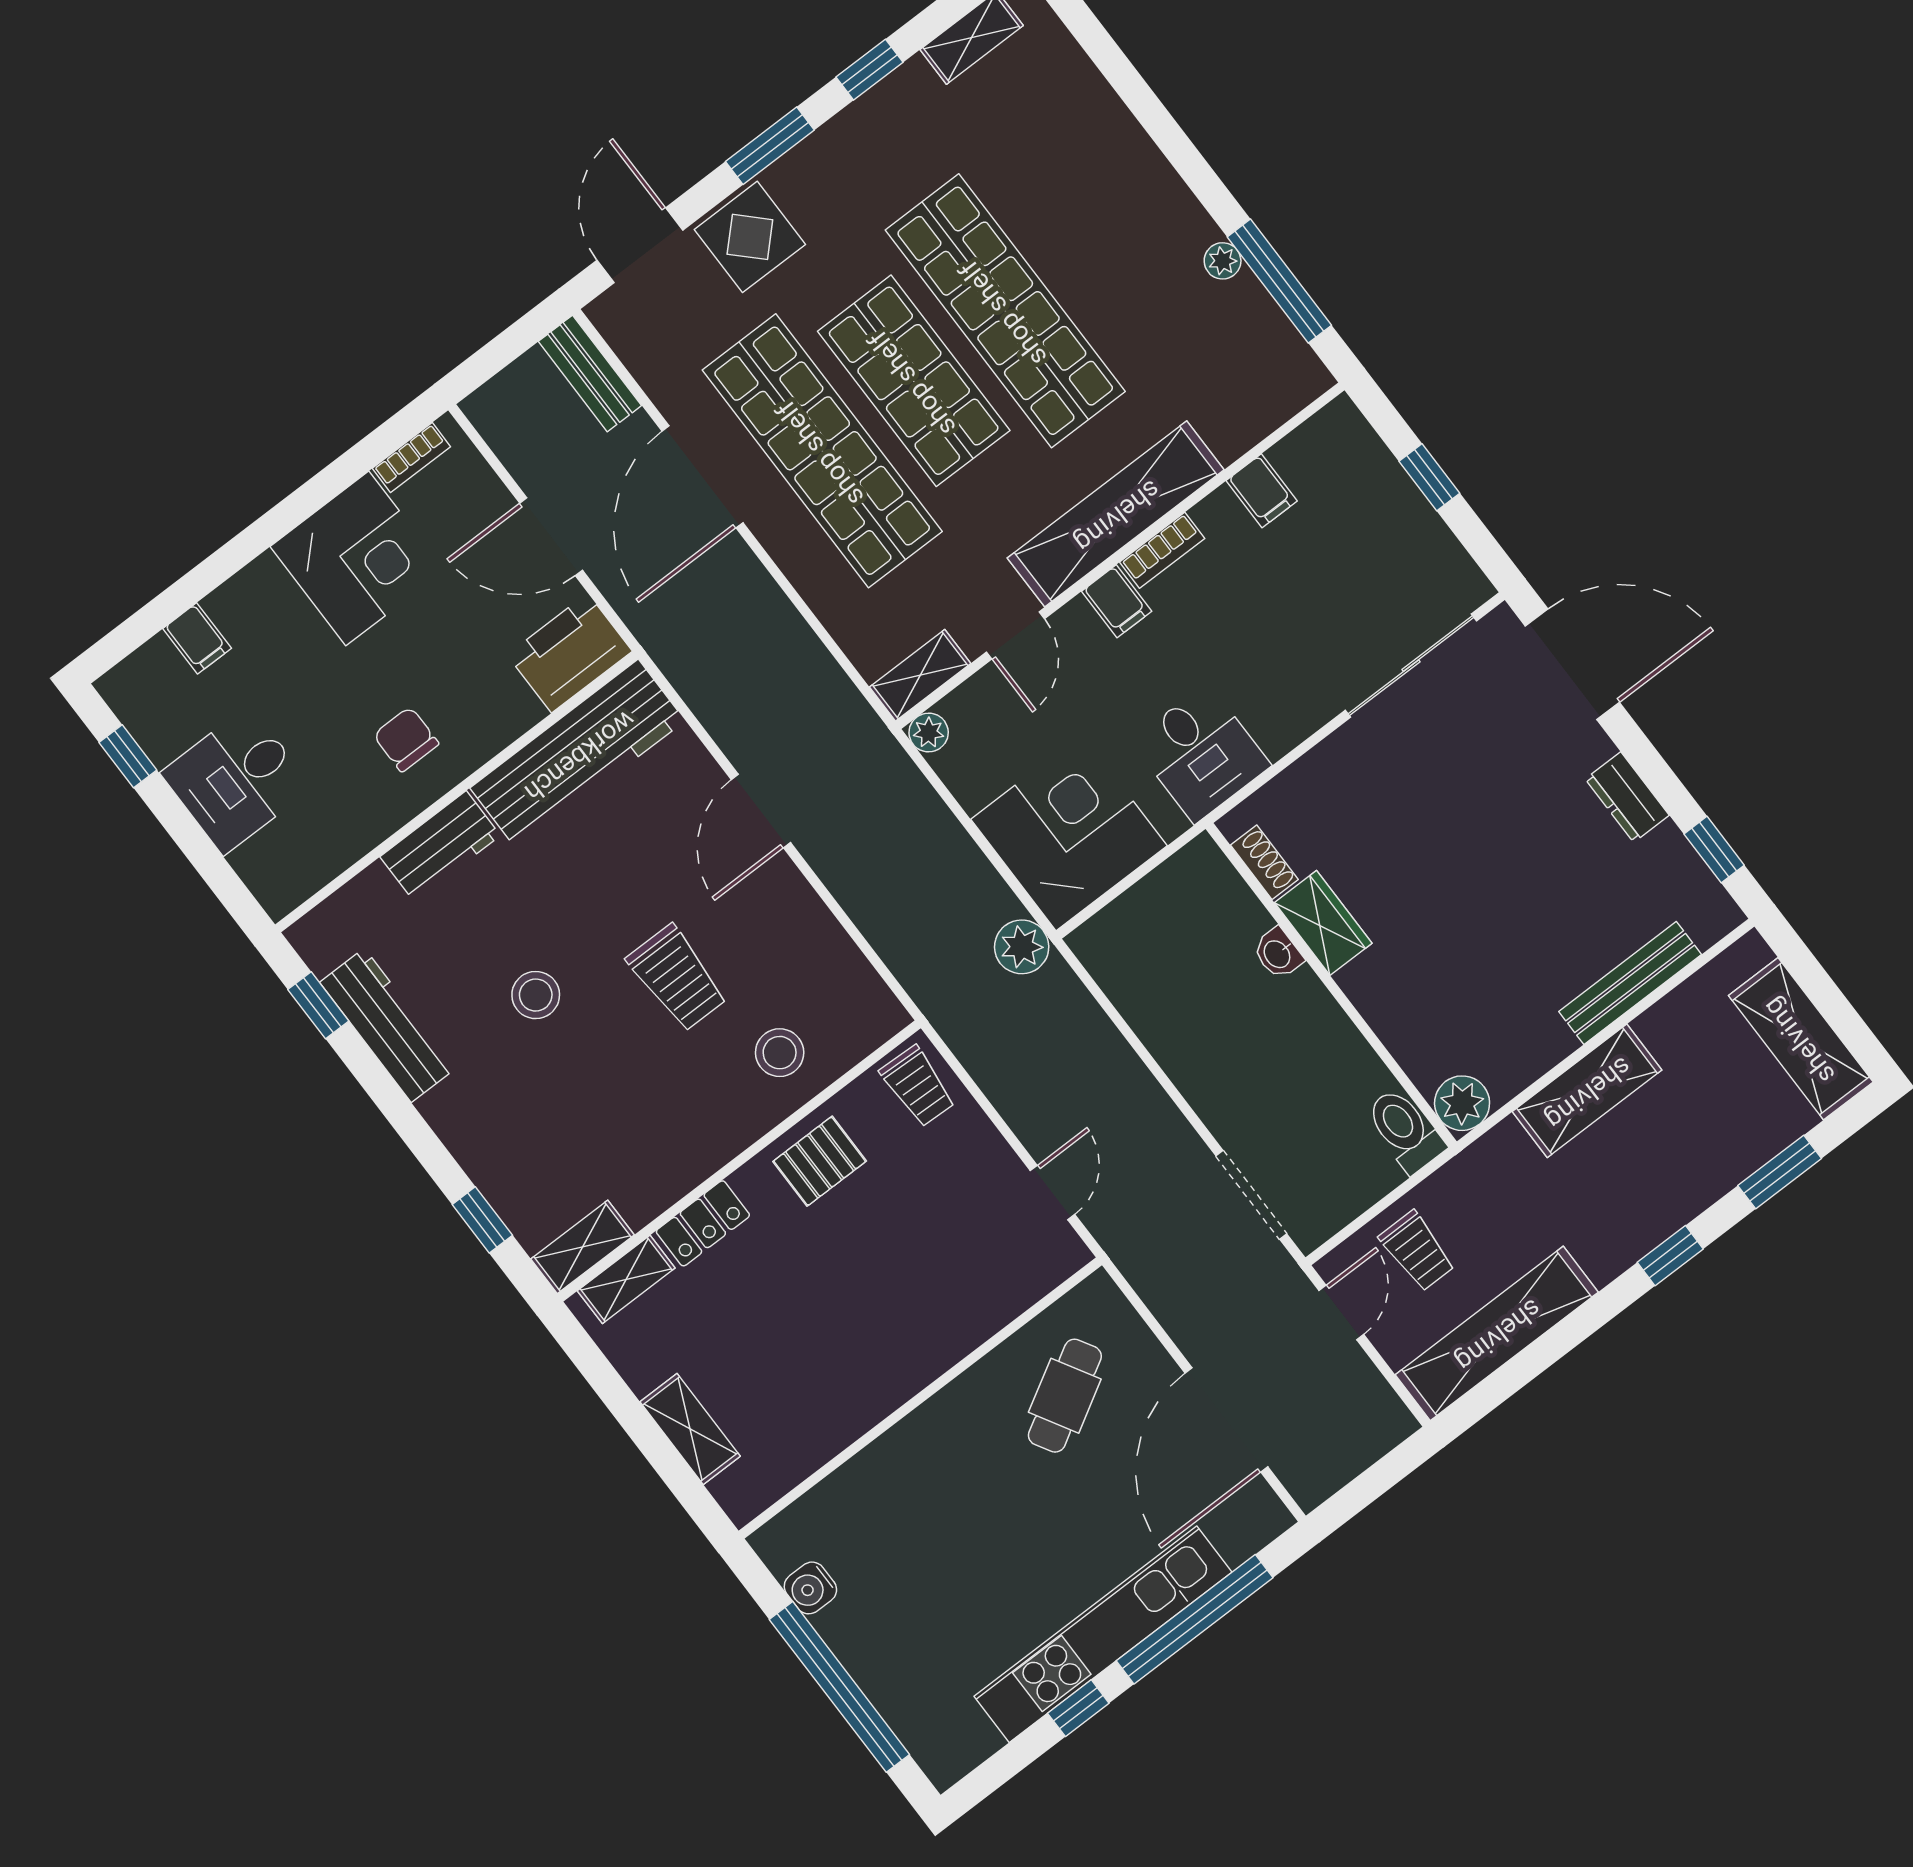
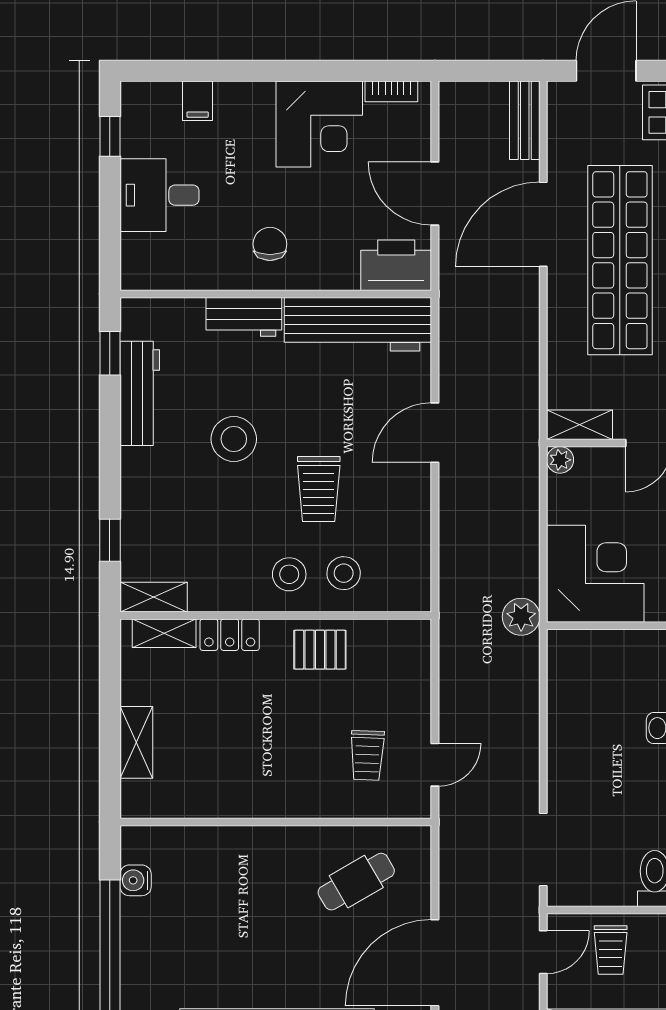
stool: (536, 995) -> (234, 439), width x1.38, depth x1.38
trolley: (918, 1086) -> (367, 755), moved
stool: (718, 1102) -> (289, 574), added

